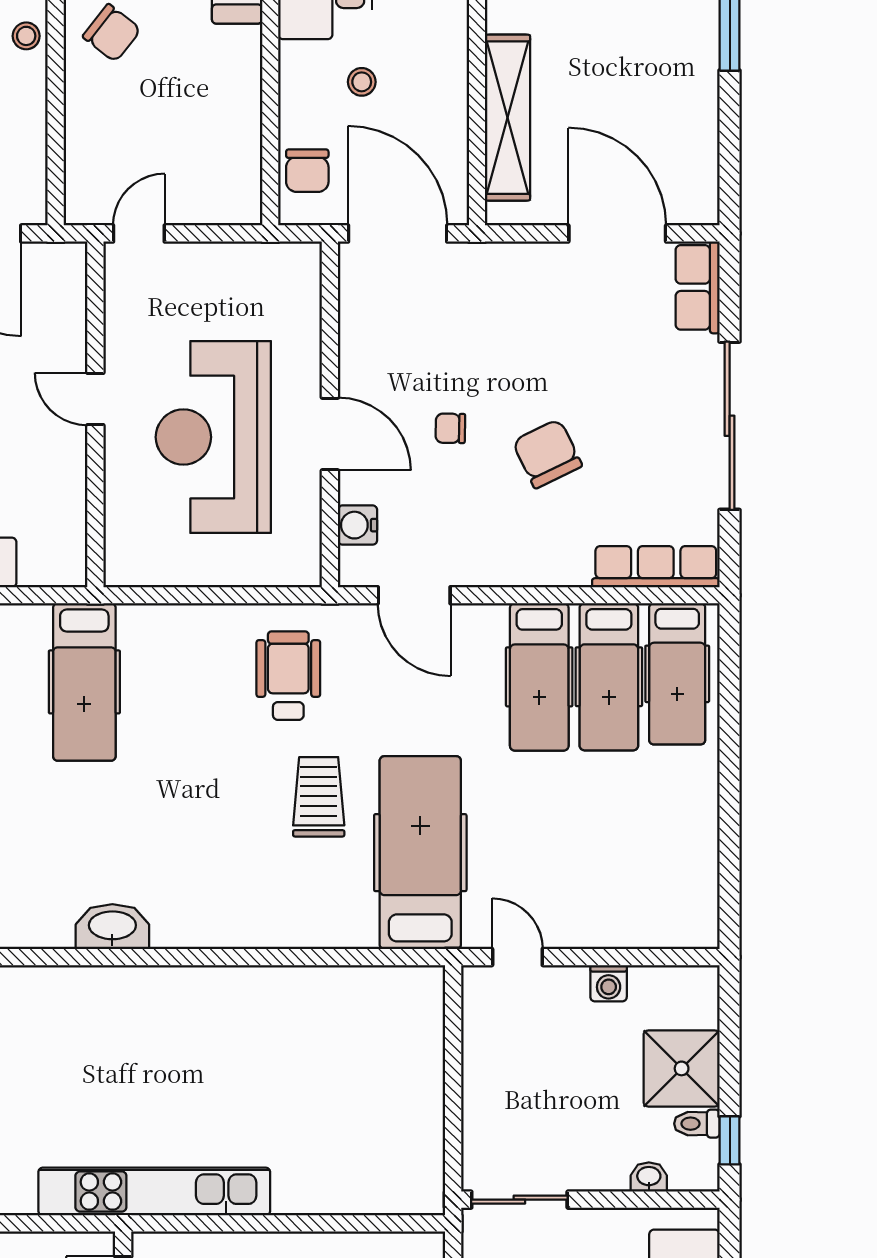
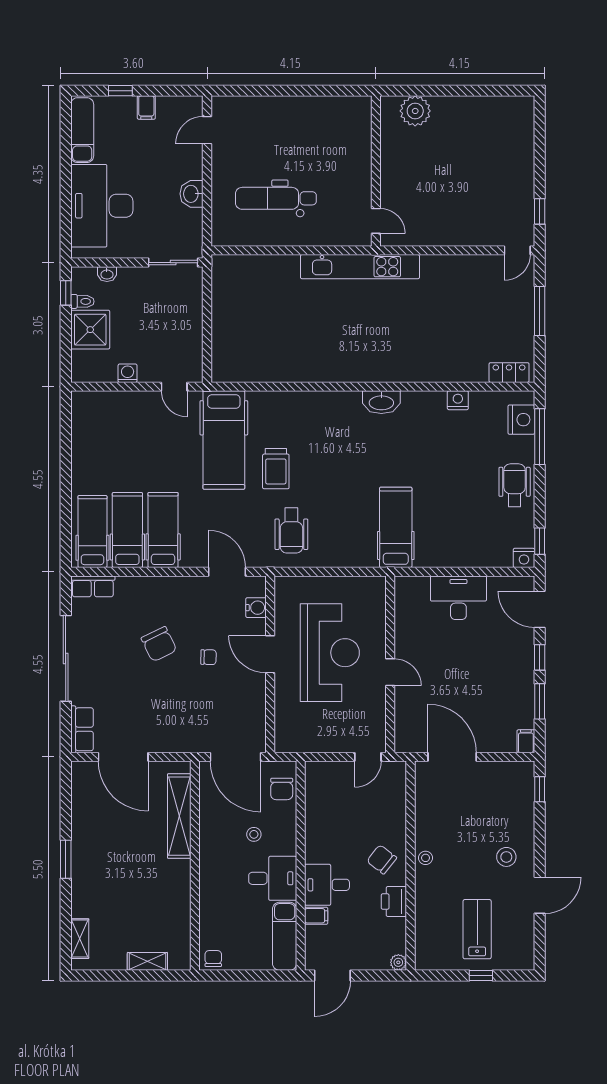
chair: (307, 171) -> (282, 789), turned 180
row of seats: (656, 567) -> (93, 586), width x0.68

